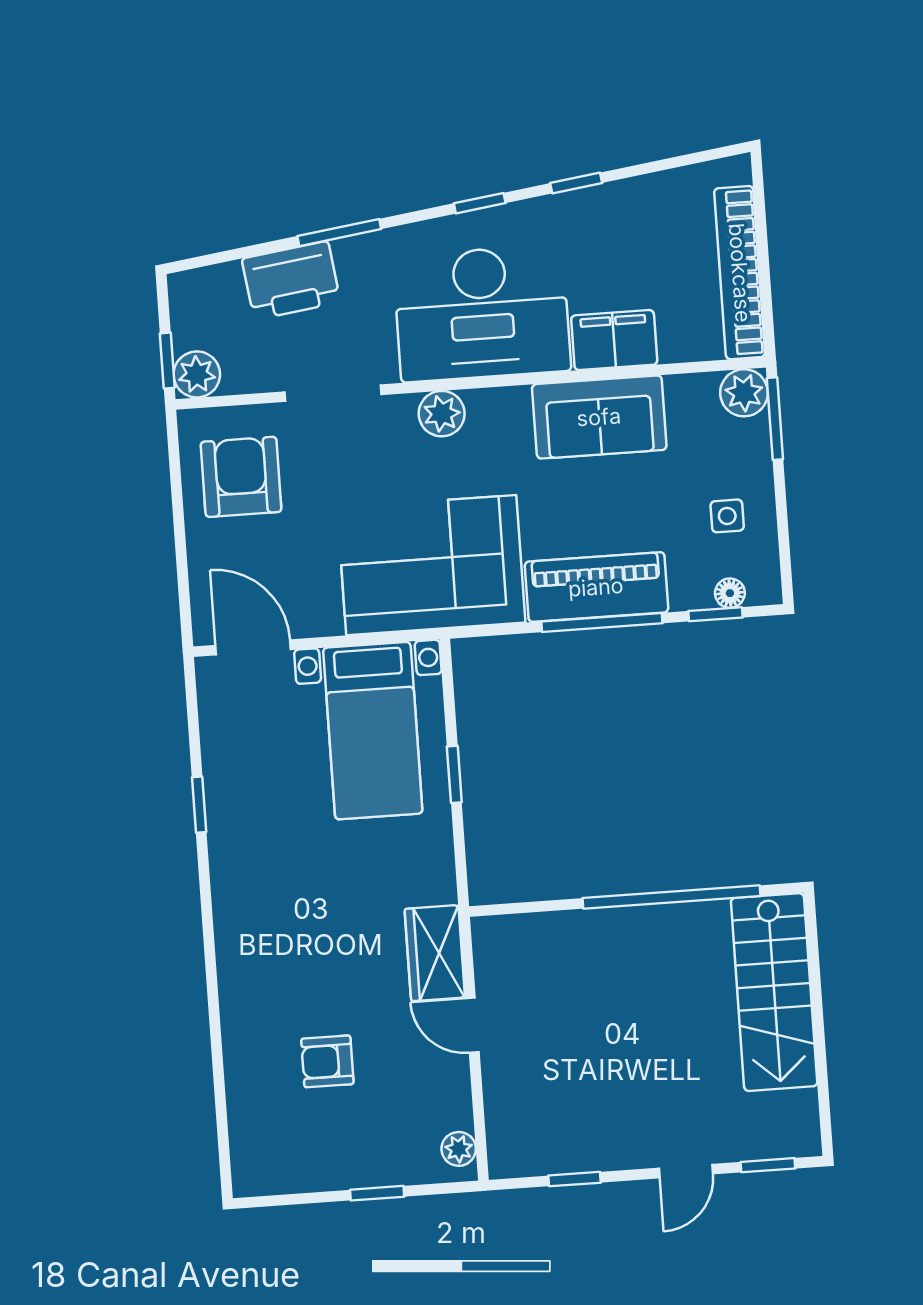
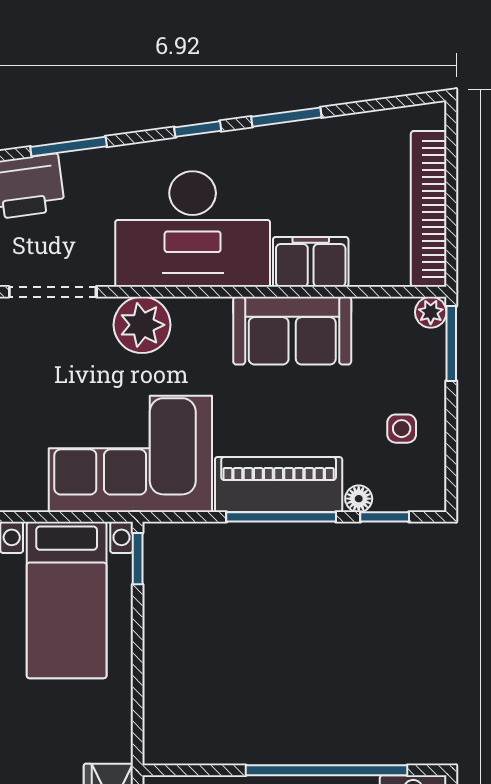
window: (576, 183) -> (286, 117), width x1.50
plant: (744, 393) -> (431, 312), width x0.73, depth x0.73
plant: (442, 414) -> (142, 325), width x1.36, depth x1.36
floor lamp: (730, 593) -> (359, 499), moved
window: (454, 774) -> (138, 559), moved

